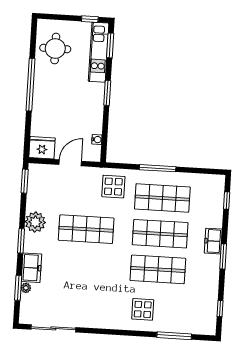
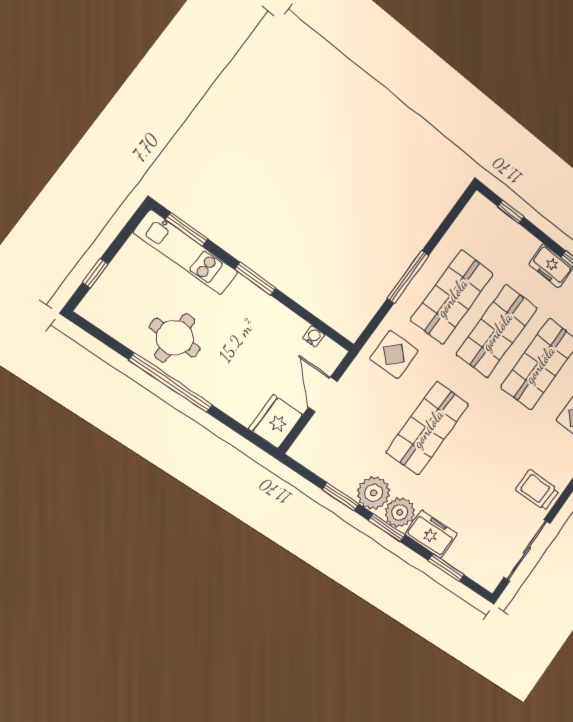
window: (90, 19) -> (95, 273), moved
round table: (55, 49) -> (175, 338), moved
window: (25, 181) -> (341, 497), moved
plant: (26, 288) -> (400, 512), moved, width x1.87, depth x1.87
trolley: (90, 313) -> (537, 490), added

